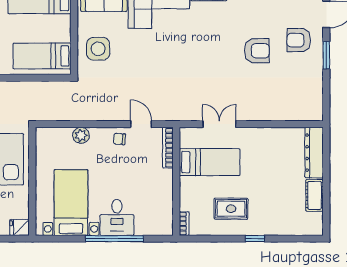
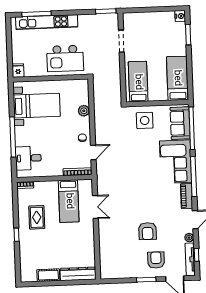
desk: (117, 217) -> (28, 158), moved

